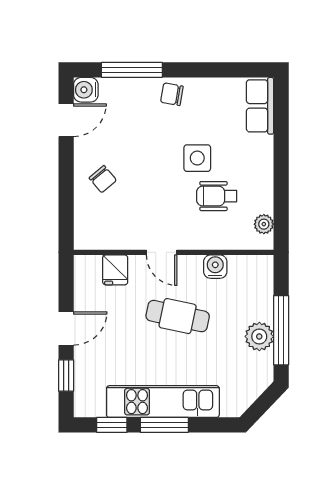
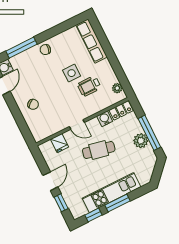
row of seats: (260, 106) -> (92, 41), width x1.48
locker: (251, 266) -> (121, 110), added

